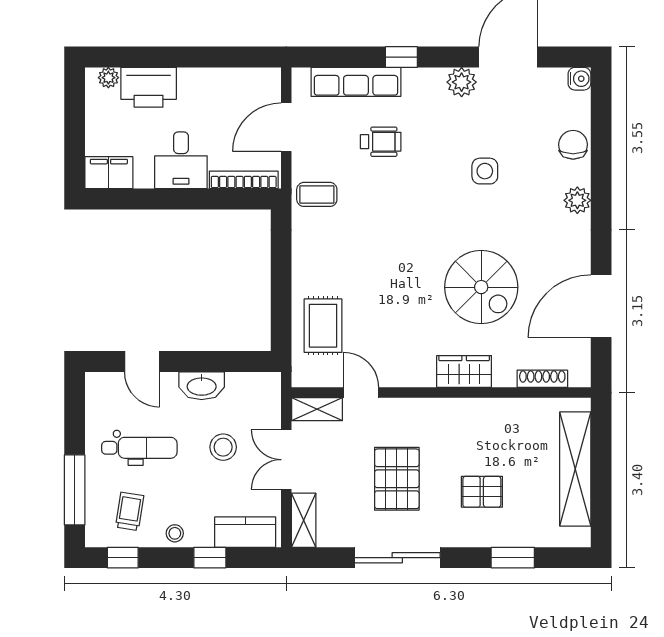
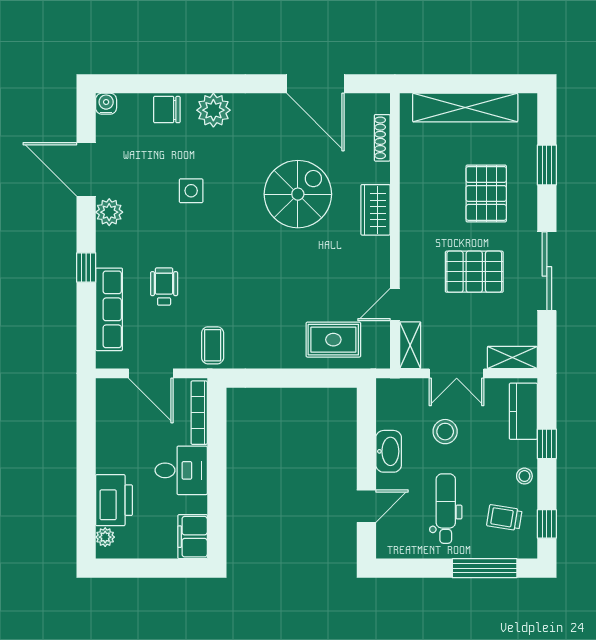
plant: (577, 200) -> (213, 110), width x1.36, depth x1.36
pallet: (482, 492) -> (486, 193), width x1.50, depth x1.42

